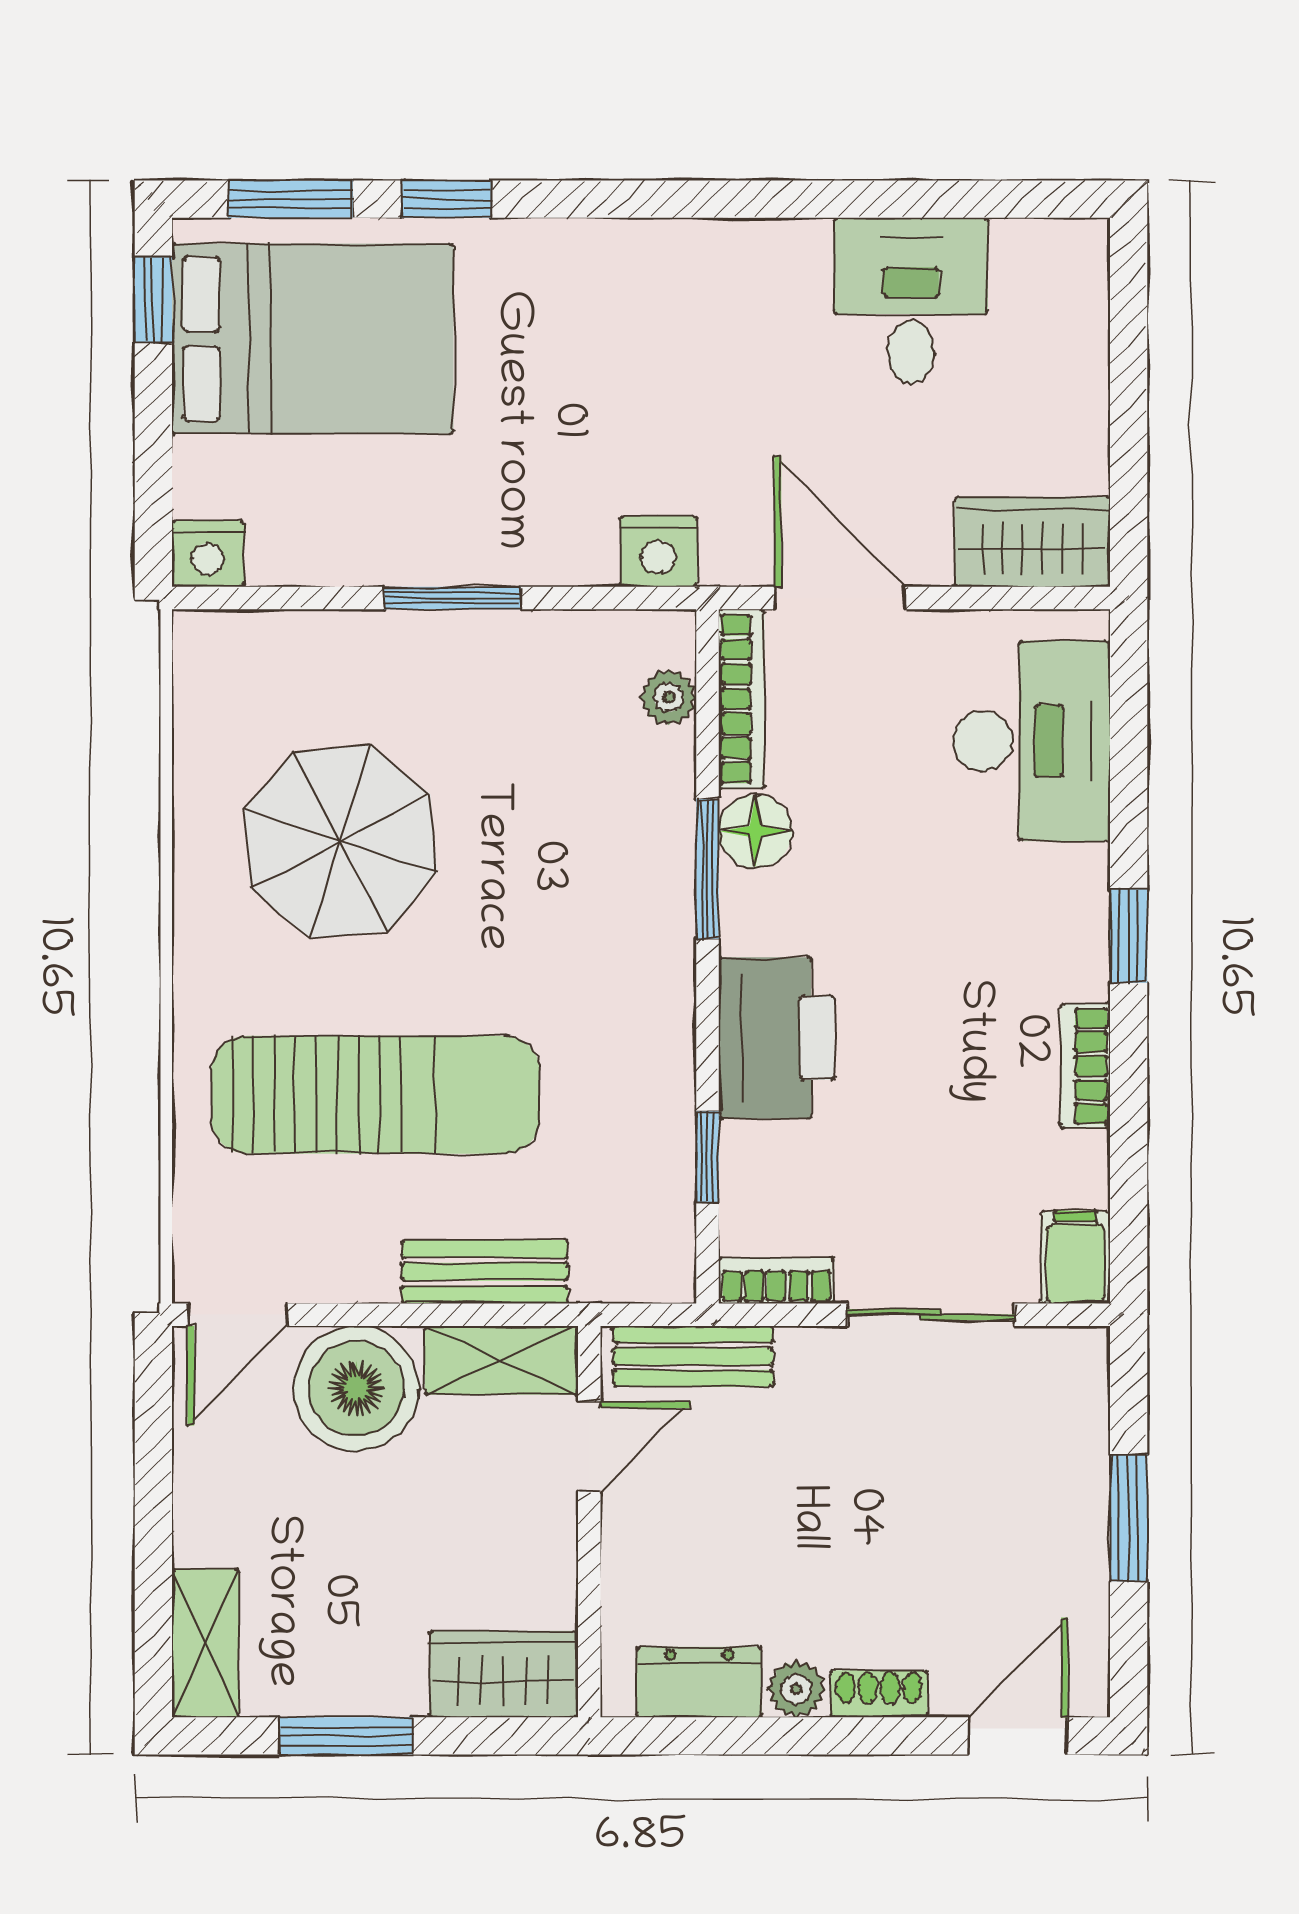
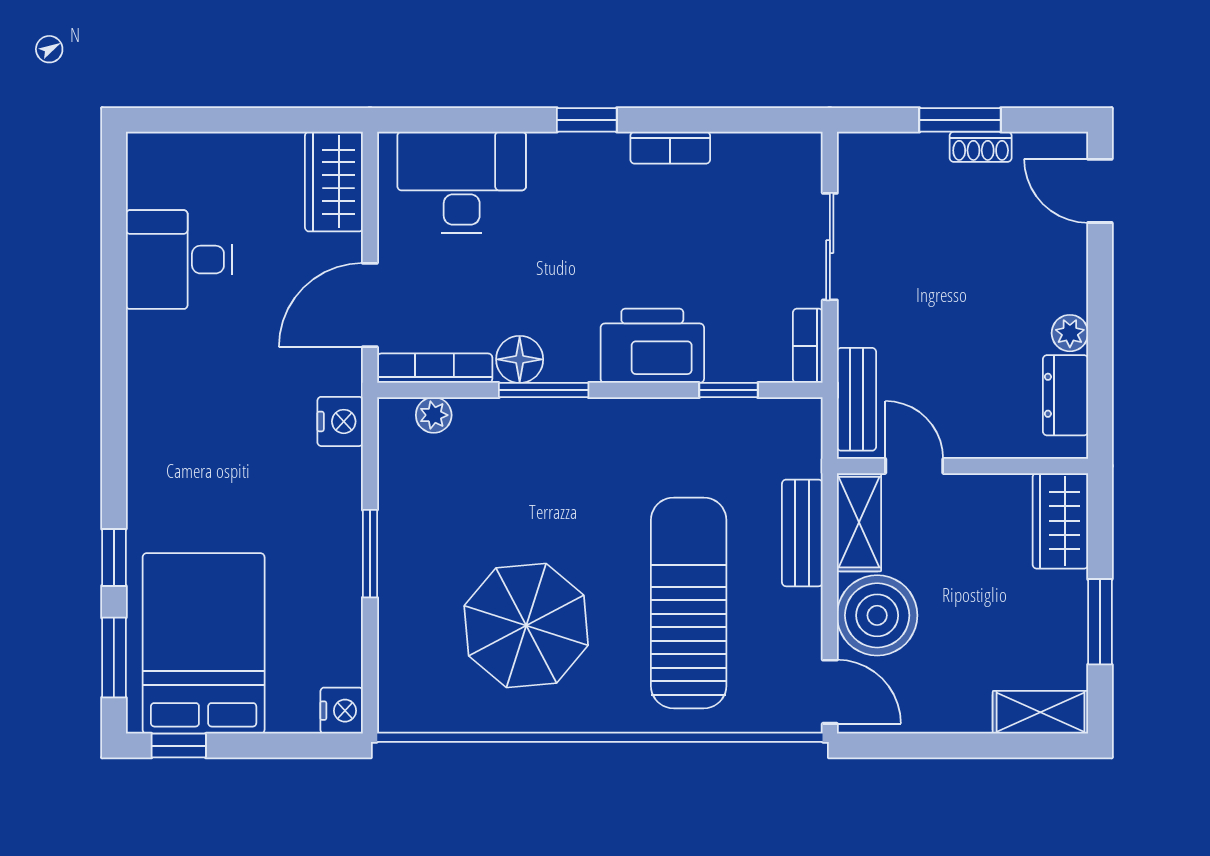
filing cabinet: (1075, 1257) -> (793, 154), removed
shoe rack: (879, 1694) -> (981, 147), moved, turned -90

